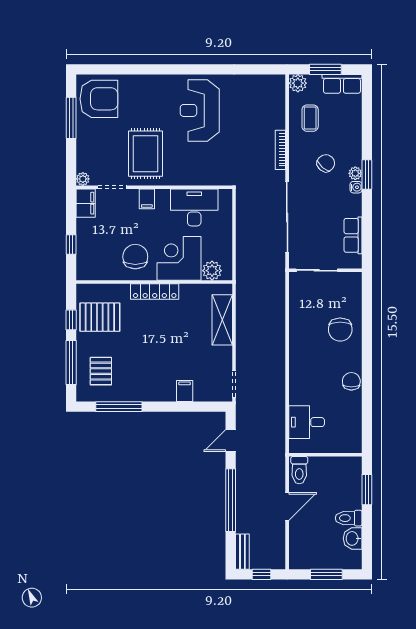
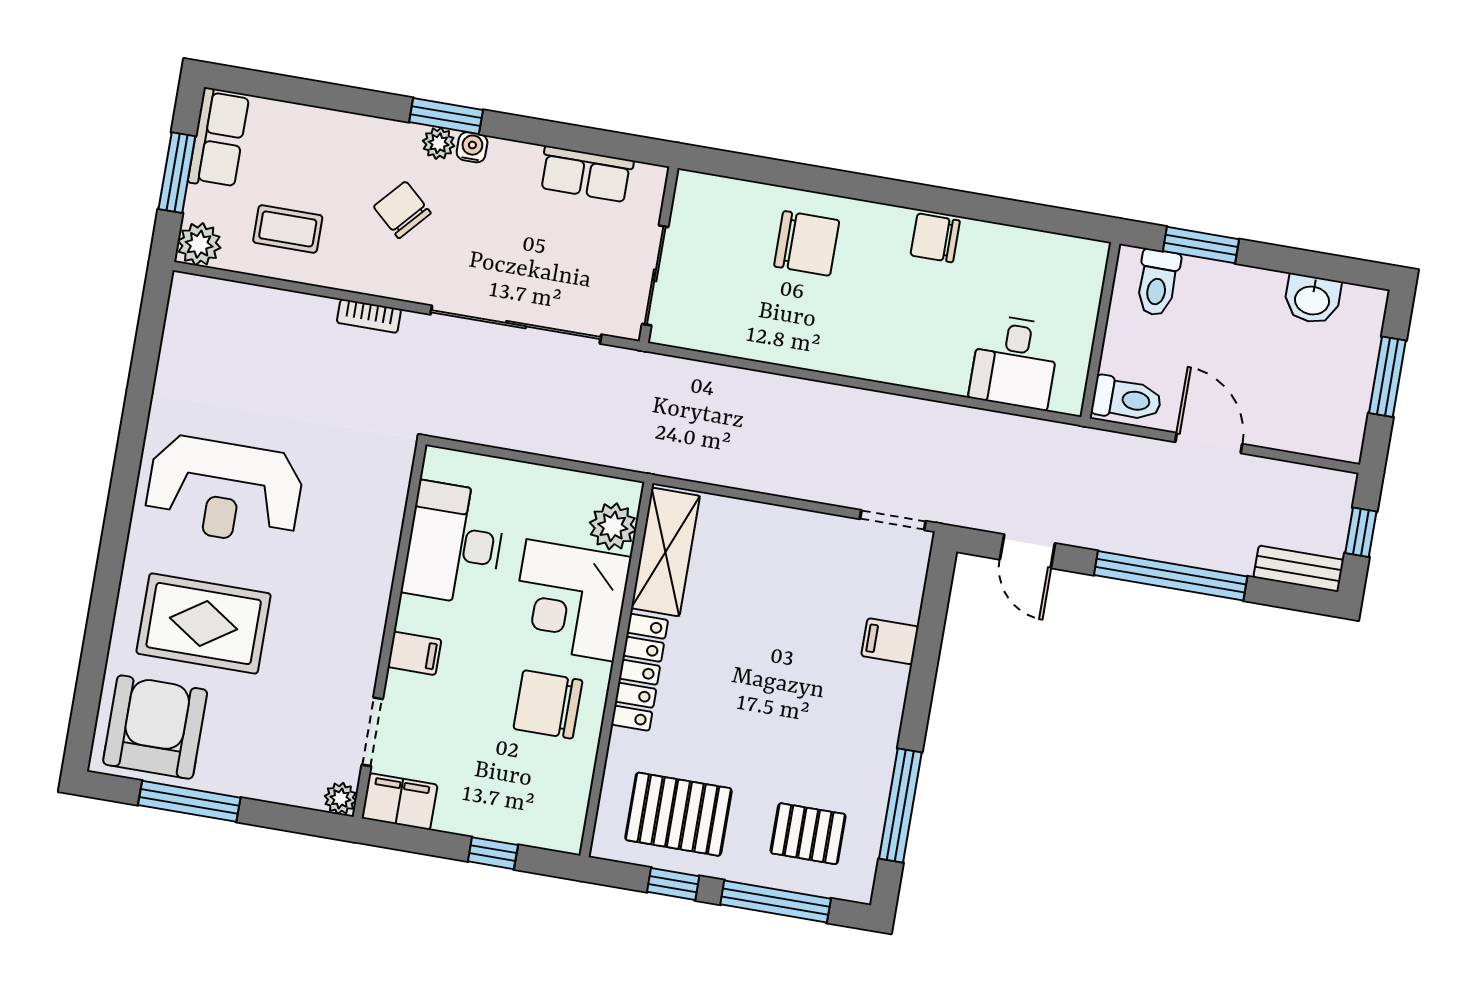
bookcase: (280, 150) -> (369, 316), width x0.64
rug: (146, 154) -> (204, 624), moved
pallet: (100, 317) -> (678, 814), turned 90
shelving: (222, 320) -> (665, 552), moved, turned 90
toilet: (349, 518) -> (1158, 283), moved

